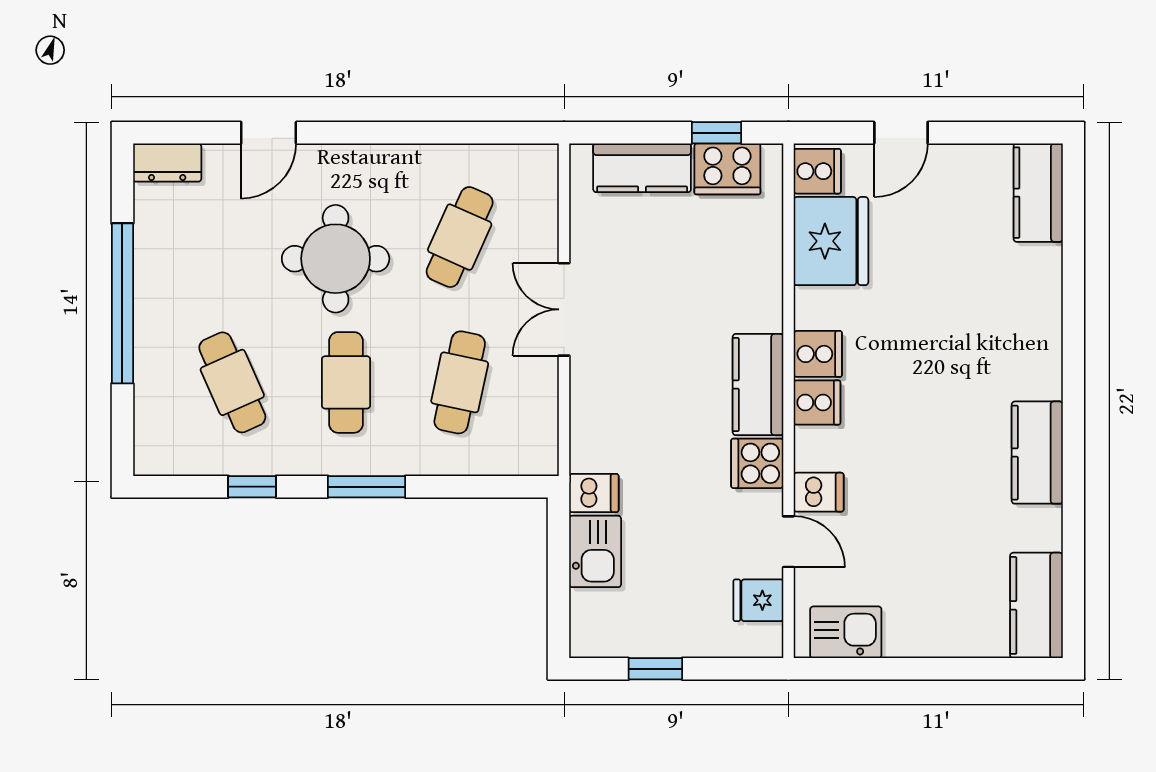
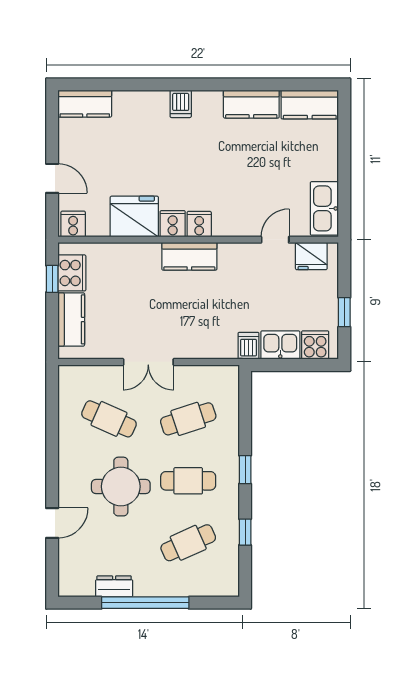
door: (269, 133) -> (52, 523), hinge flipped
dresser: (167, 163) -> (114, 586), moved, turned -90
fridge: (831, 241) -> (134, 217), moved
cafe table: (460, 382) -> (188, 419), turned -30
kitchen counter: (1037, 453) -> (251, 104), moved
cooker: (757, 463) -> (315, 345), moved, turned 180
window: (366, 487) -> (245, 470), width x0.67
dishwasher: (819, 492) -> (181, 104), moved, turned 180
fridge: (758, 600) -> (311, 256), width x1.38
kitchen sink: (846, 632) -> (324, 208), width x1.38

